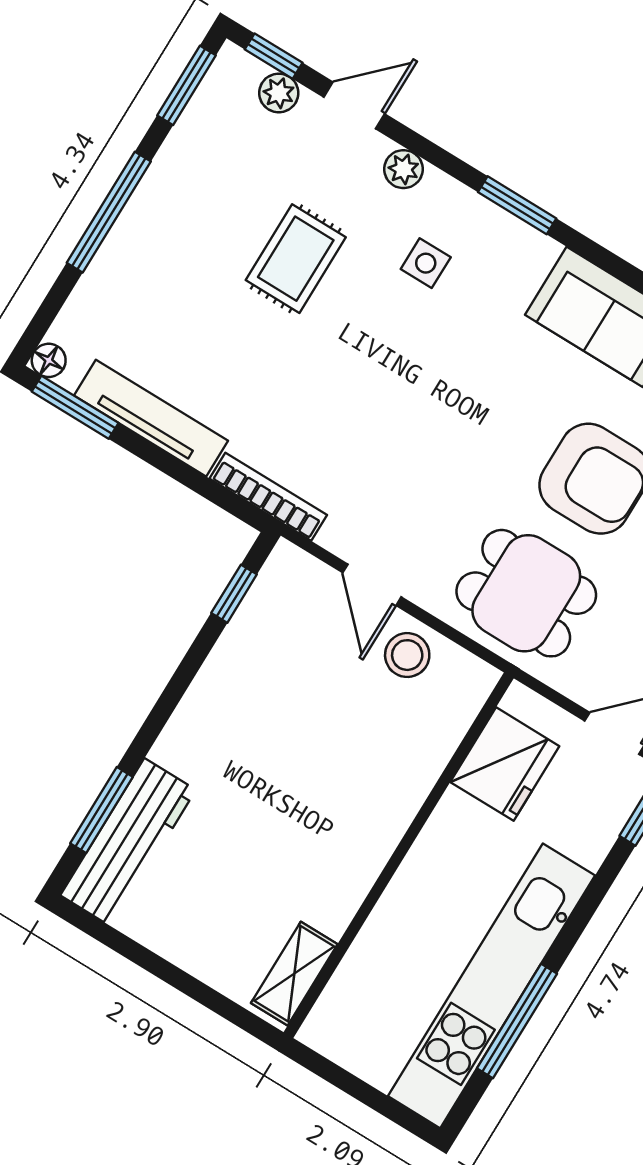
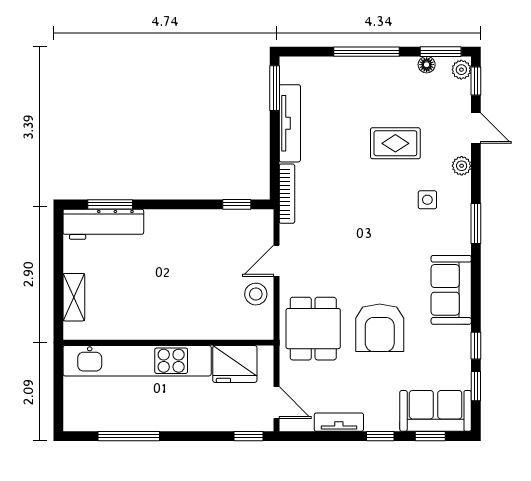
plant: (279, 93) -> (461, 70), moved
floor lamp: (49, 360) -> (427, 65), moved
shelving: (294, 974) -> (74, 297), moved, turned 90
kitchen unit: (492, 986) -> (137, 361), moved, turned 180

